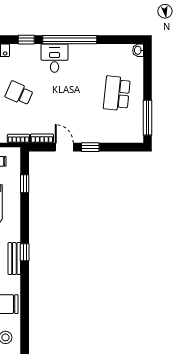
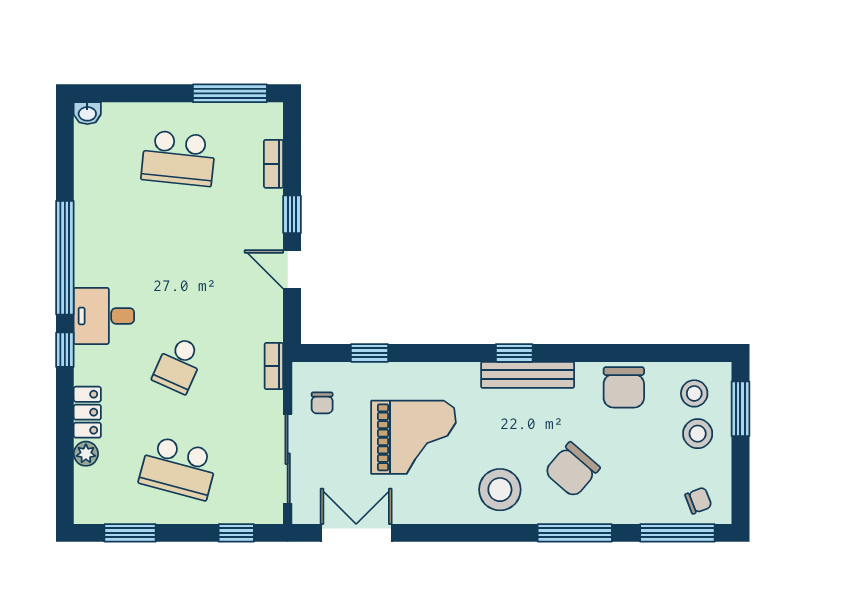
desk: (55, 58) -> (104, 316), moved
bookcase: (42, 138) -> (274, 164), moved
door: (64, 147) -> (292, 269), hinge flipped
bench: (14, 259) -> (528, 375), width x1.36

